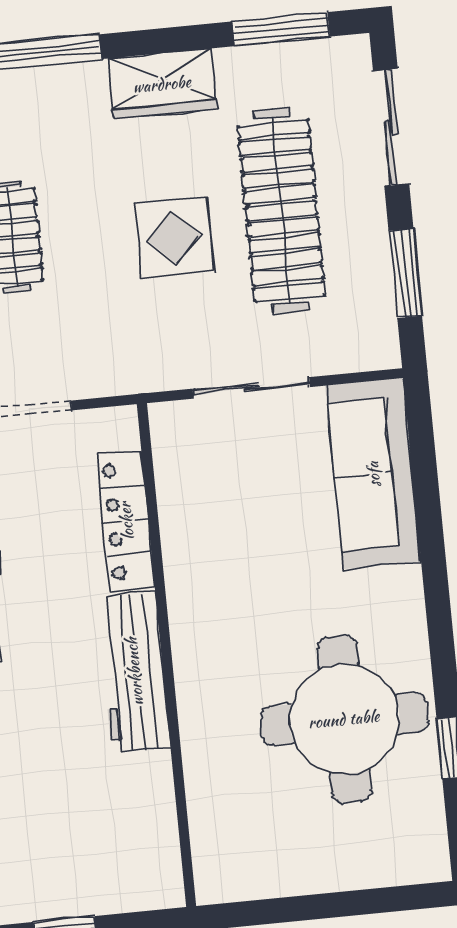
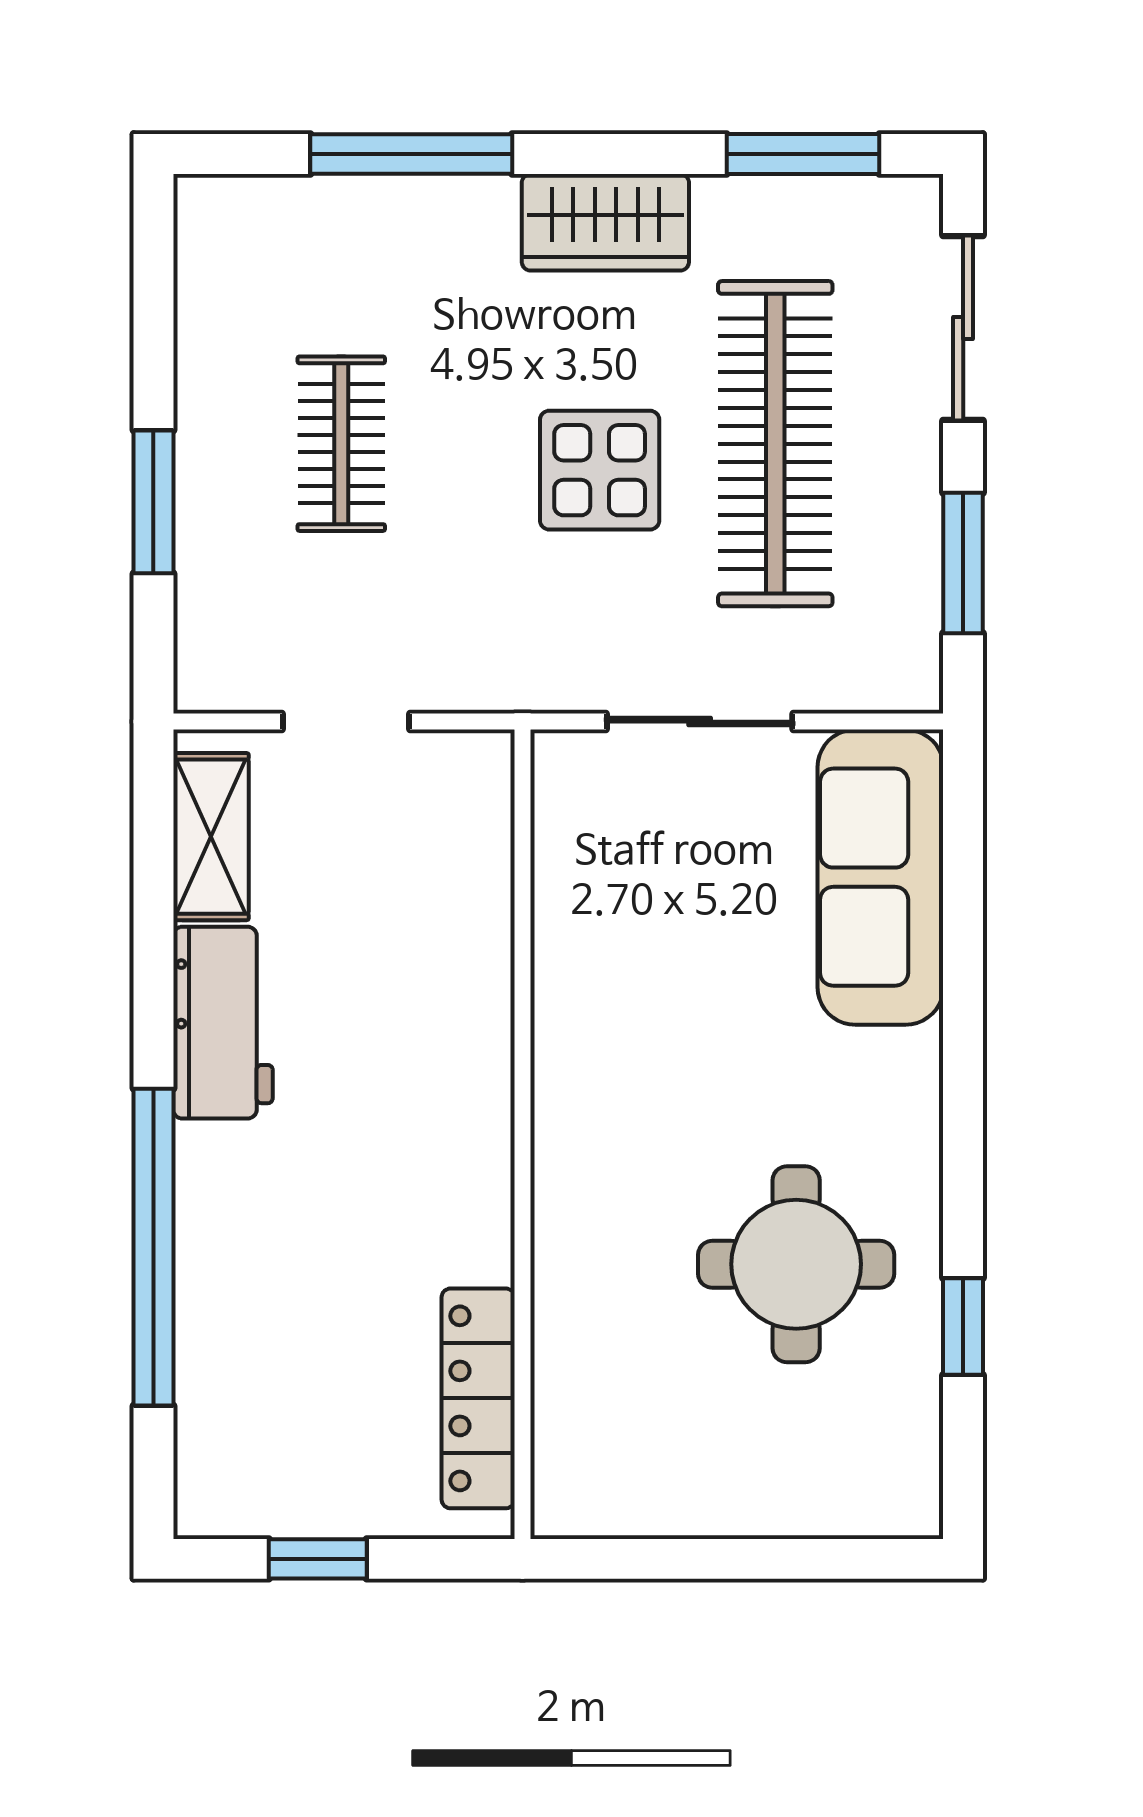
locker: (126, 521) -> (478, 1398), moved
workbench: (134, 672) -> (467, 1156), removed
round table: (344, 719) -> (796, 1264), width x0.73, depth x0.73

